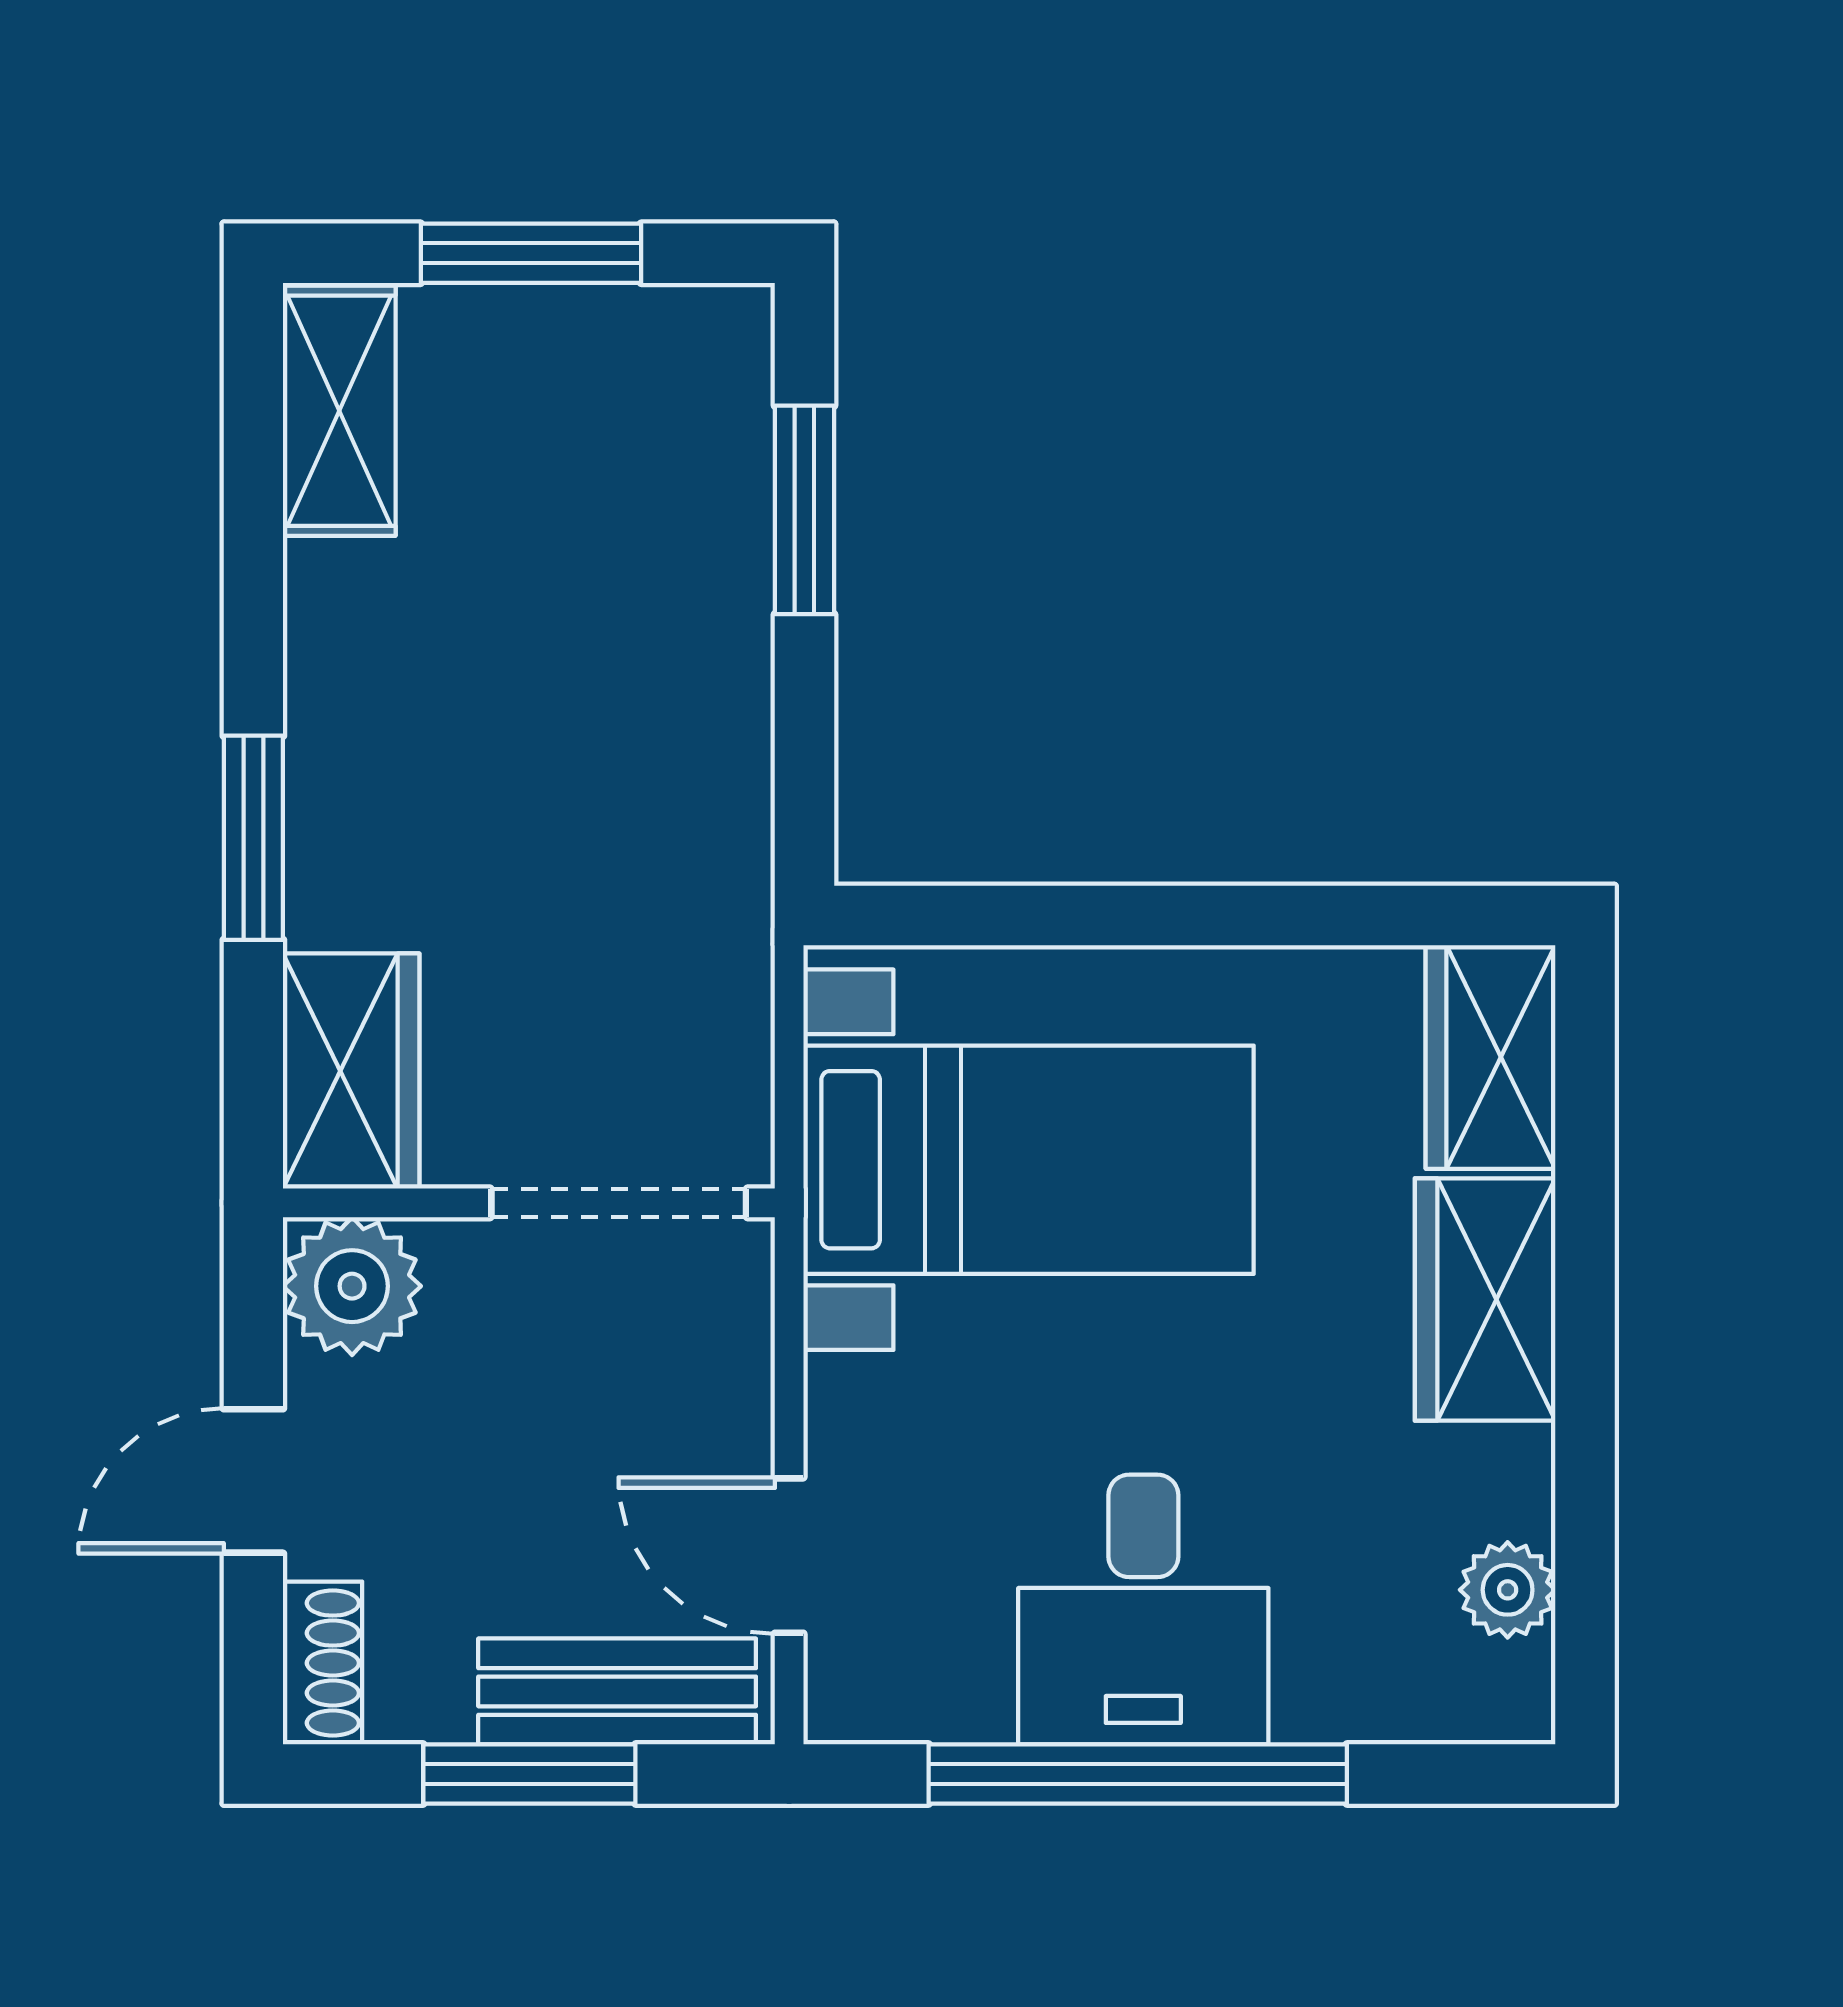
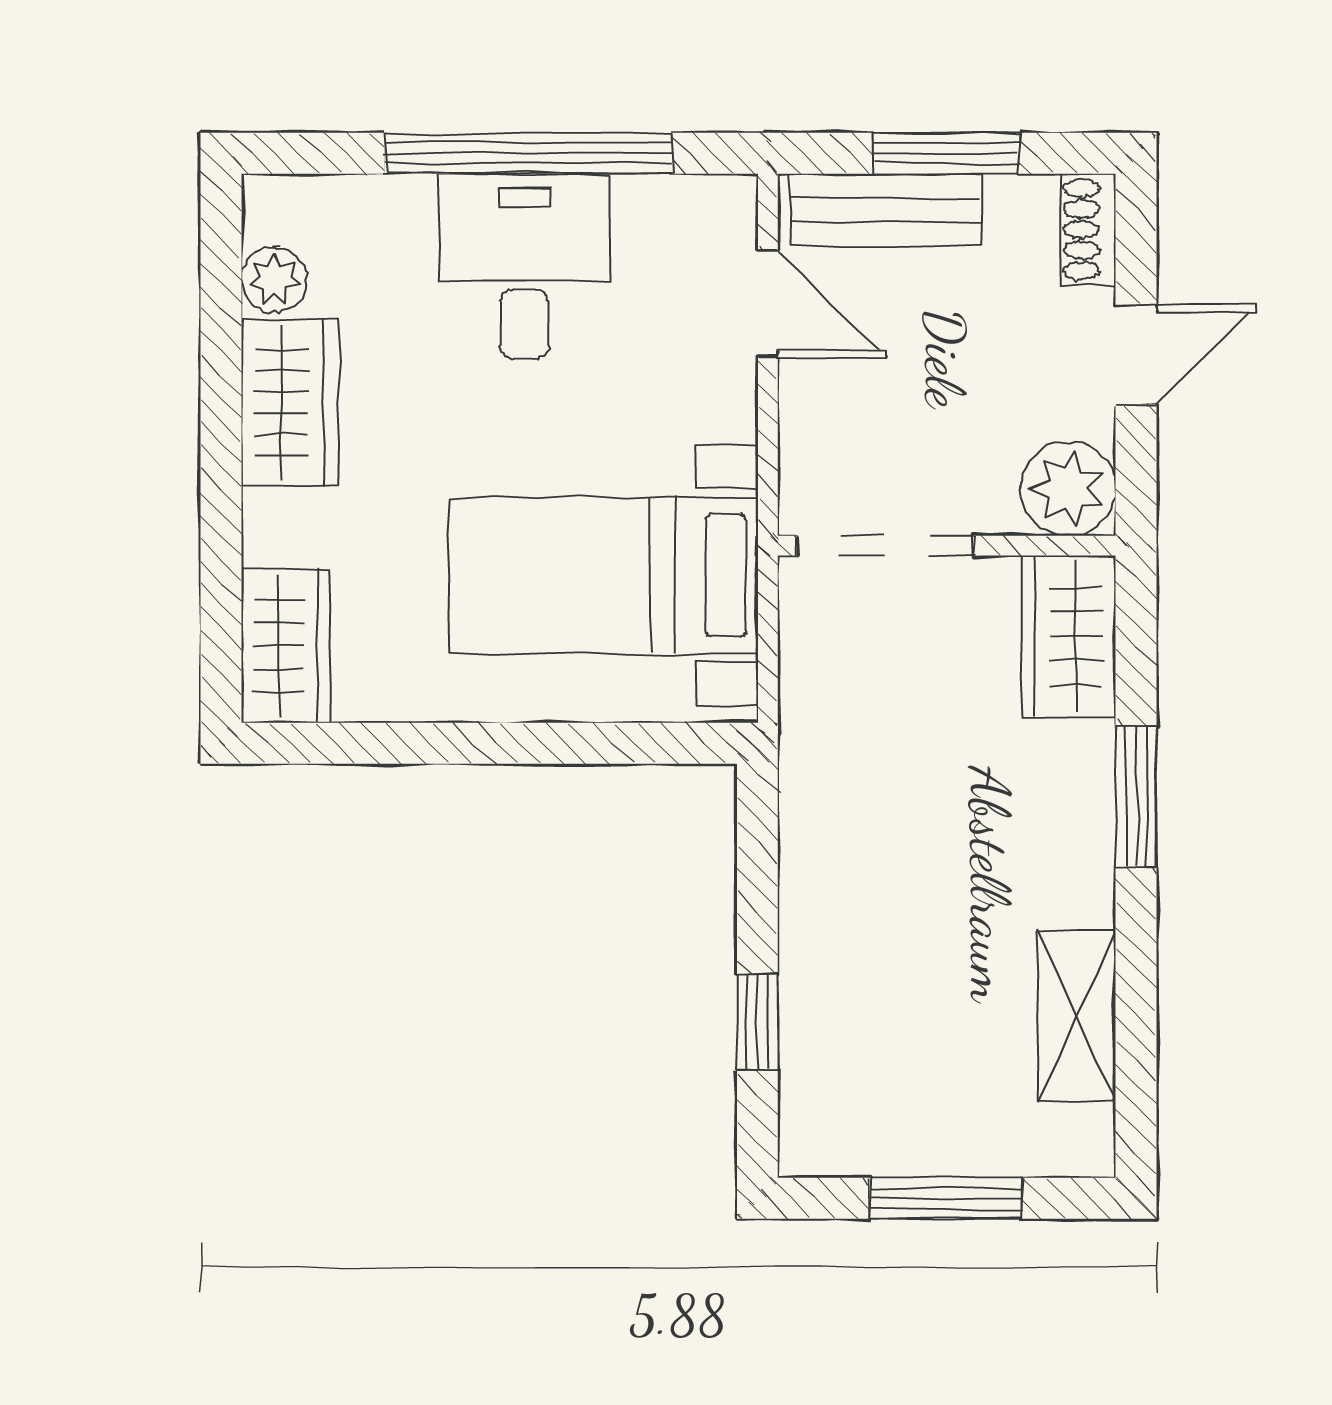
shelving: (339, 411) -> (1077, 1016), moved
window: (805, 510) -> (757, 1022), width x0.67
wardrobe: (1485, 1299) -> (290, 402), moved

